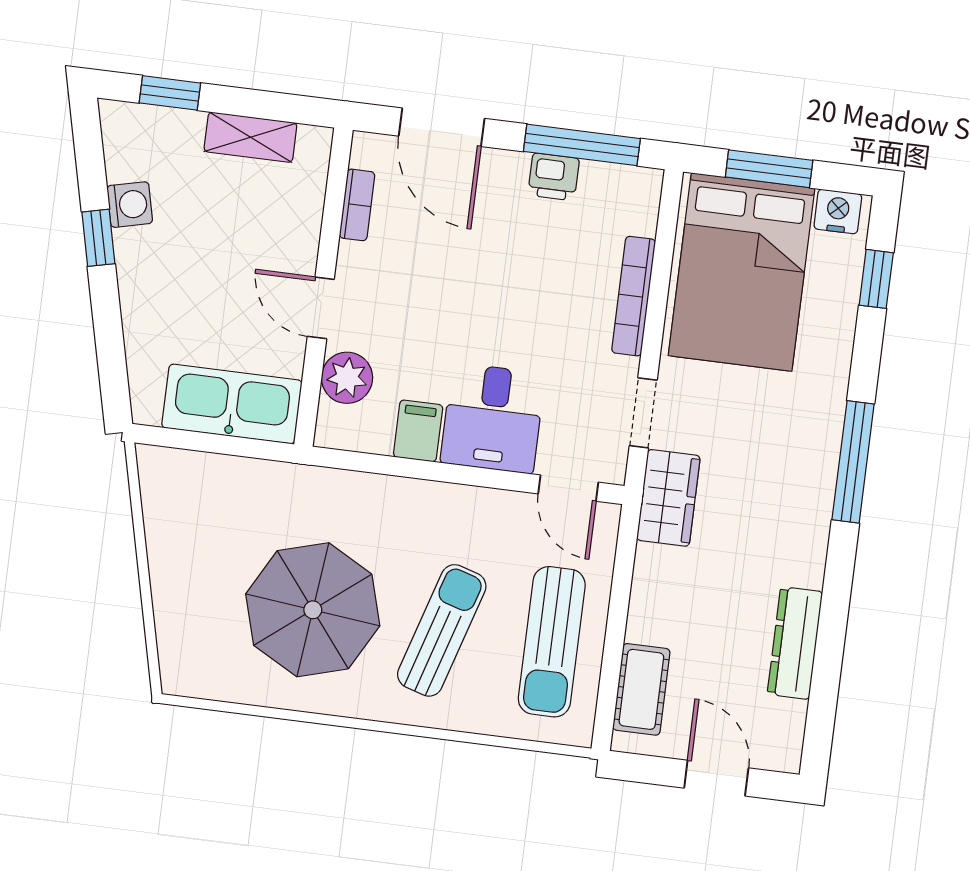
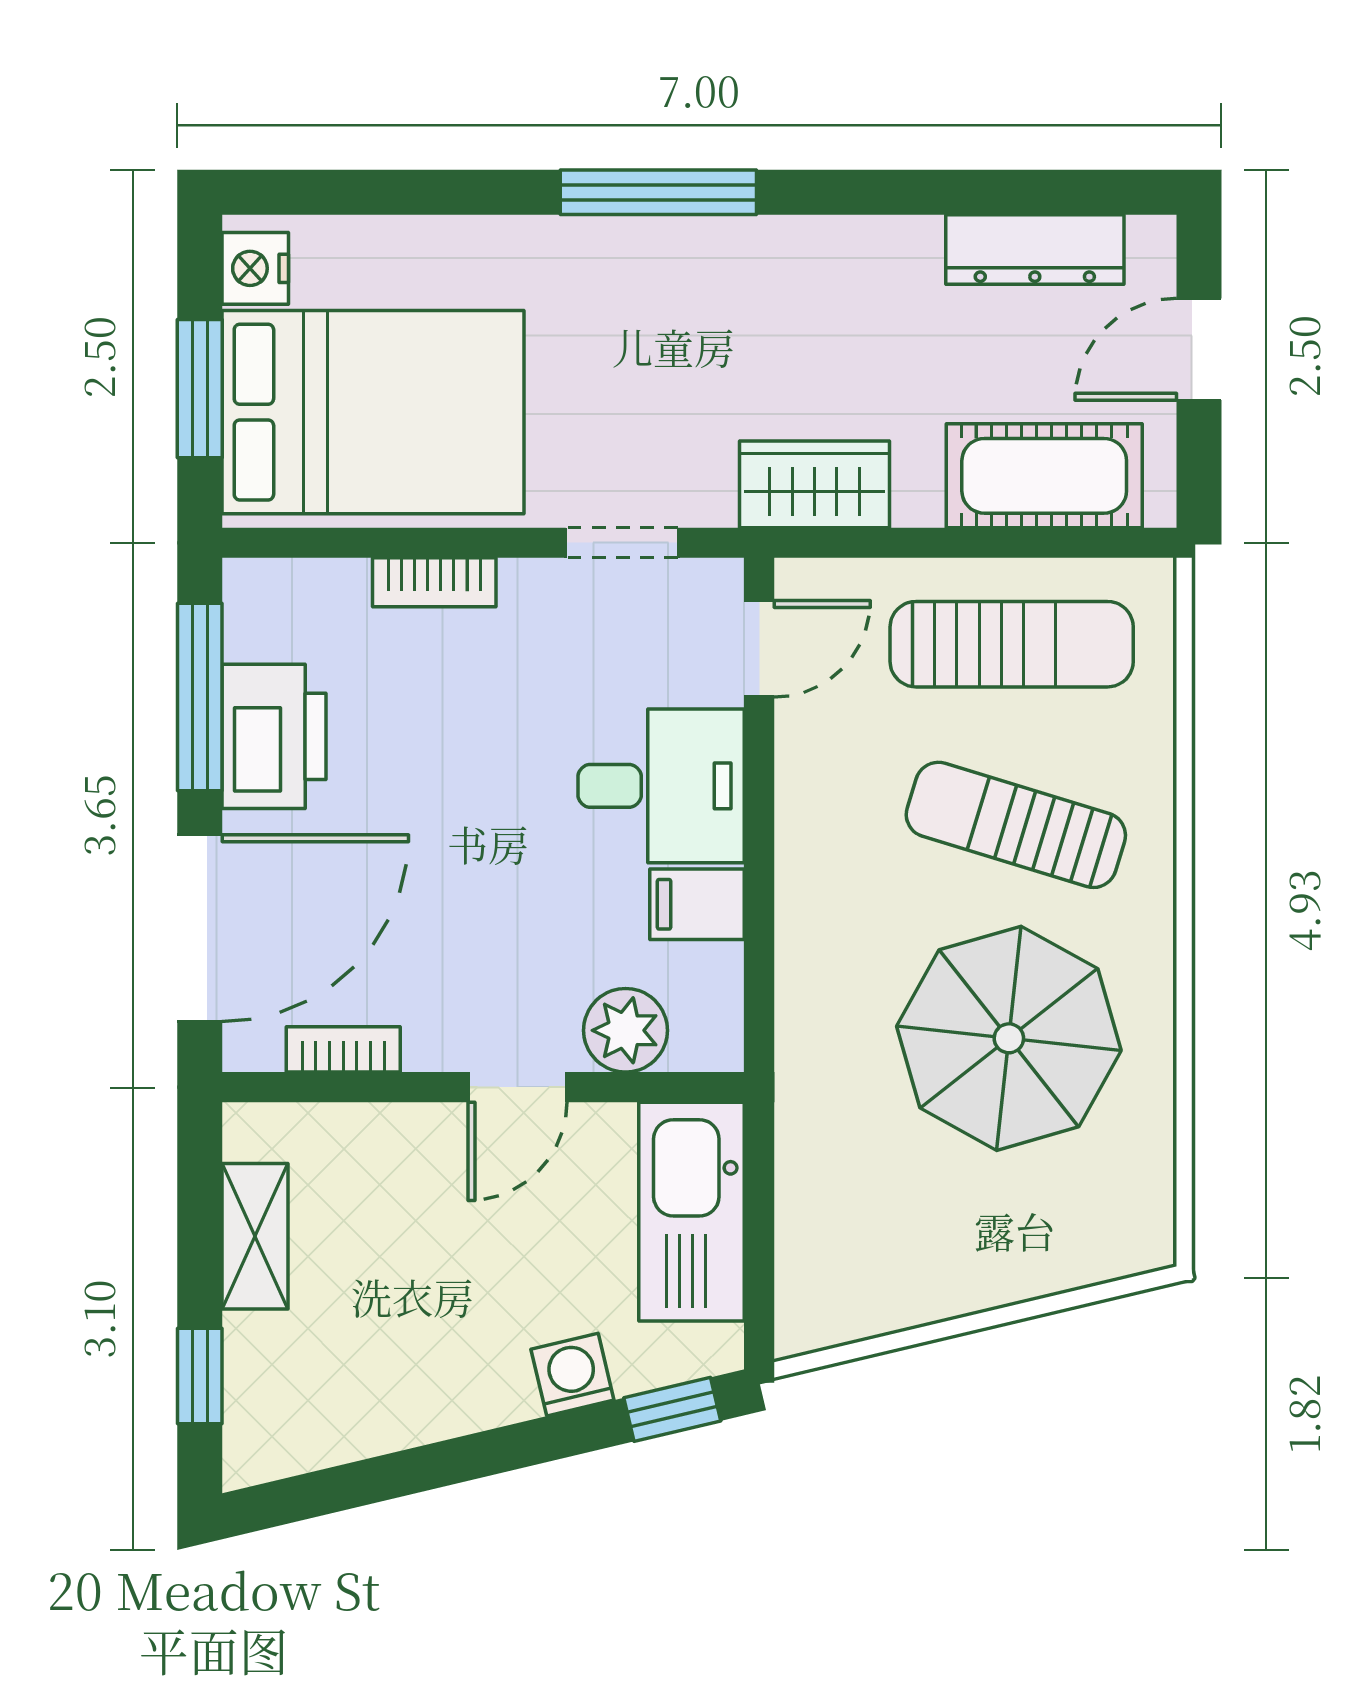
door: (442, 127) -> (200, 928), width x1.36
printer: (554, 177) -> (274, 736), width x1.87, depth x1.48
washing machine: (130, 205) -> (572, 1375), moved
window: (98, 238) -> (672, 1409), moved
window: (876, 279) -> (357, 192), removed
bookcase: (634, 296) -> (434, 582), width x0.64
wardrobe: (668, 498) -> (814, 484), moved
dresser: (795, 643) -> (1035, 250), moved
cot: (641, 689) -> (1044, 476), width x1.37, depth x1.34

